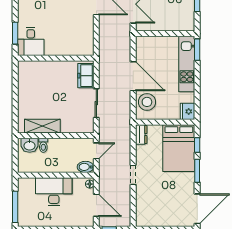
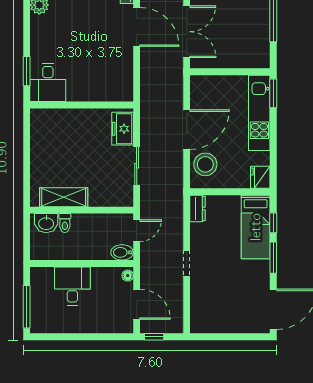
door: (133, 76) -> (187, 130), hinge flipped
bed: (179, 148) -> (256, 227), width x0.67
desk: (54, 192) -> (72, 286), width x0.73

